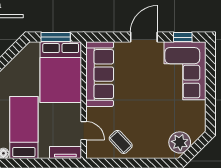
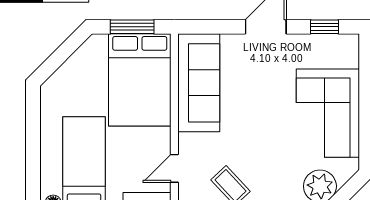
corner sofa: (185, 71) -> (328, 113), moved
door: (84, 131) -> (174, 168), swing flipped

